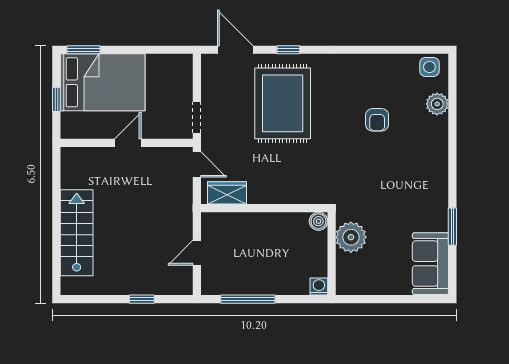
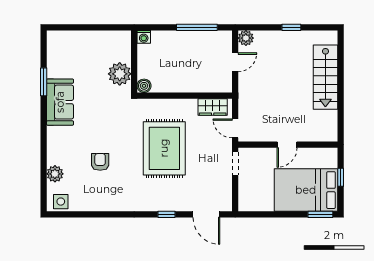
rug: (283, 103) -> (164, 148), moved
sofa: (430, 264) -> (60, 102), moved
plant: (183, 285) -> (246, 38), added
window: (142, 299) -> (291, 27), moved

